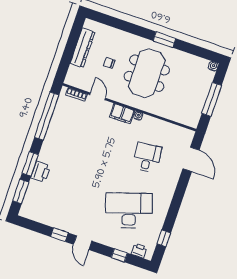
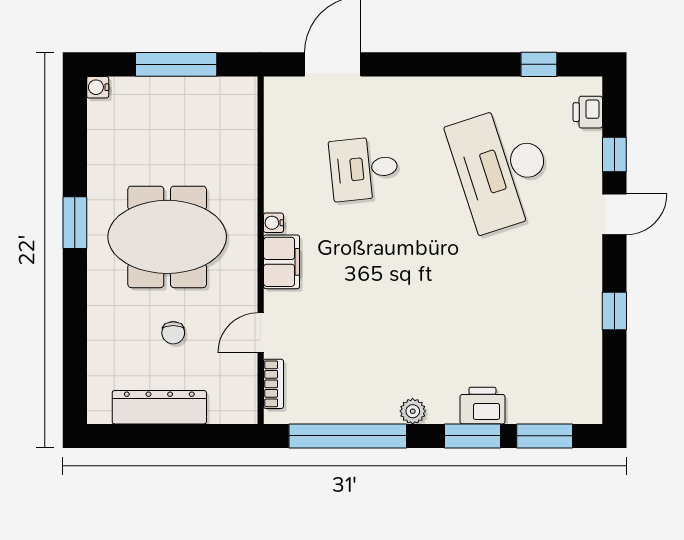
plant: (48, 144) -> (413, 411), added
door: (83, 243) -> (614, 214), moved

